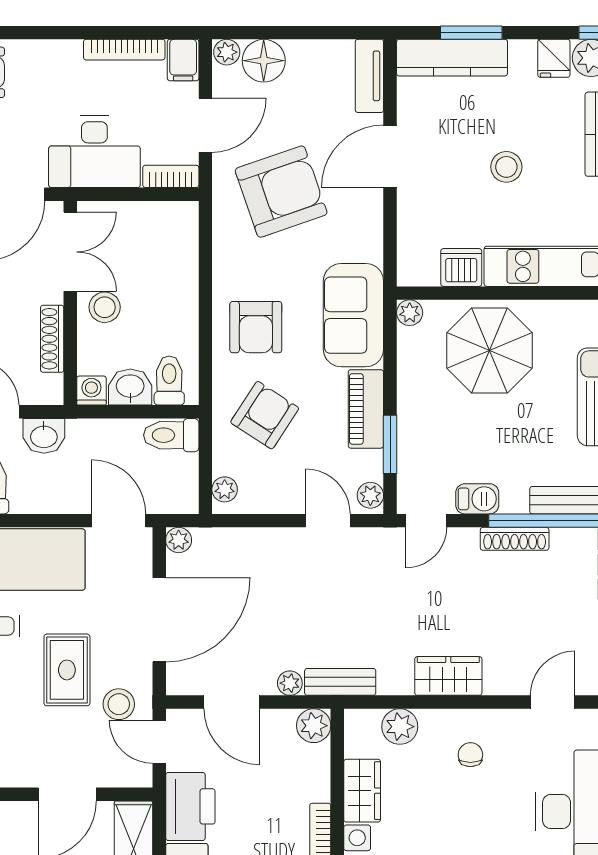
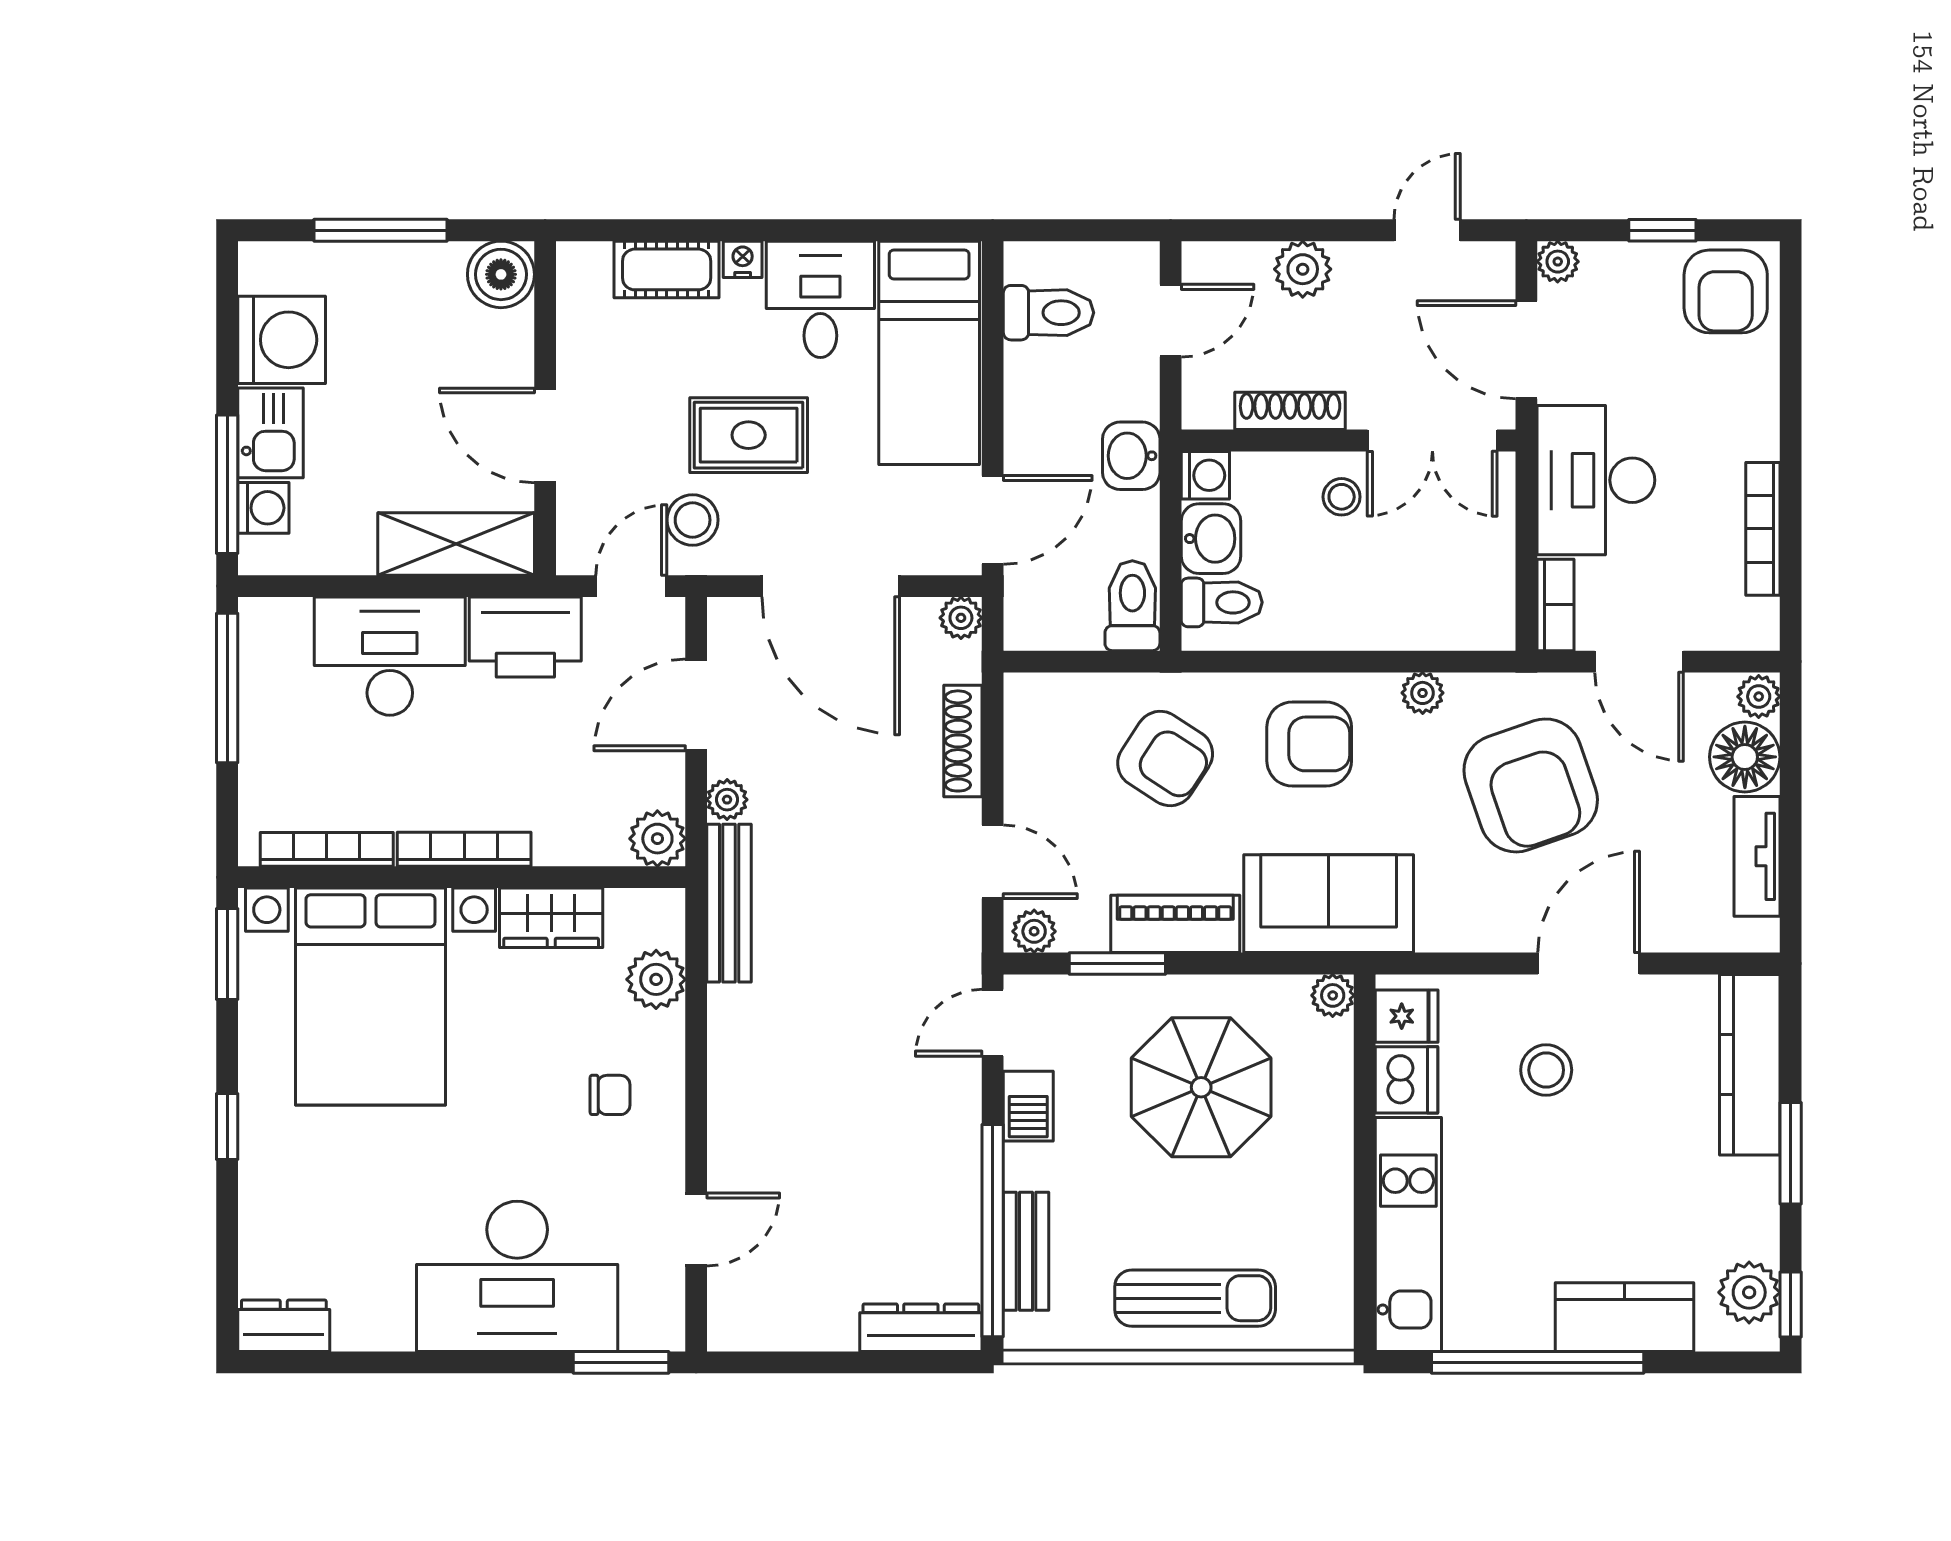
window: (471, 33) -> (1791, 1153), moved
fridge: (554, 58) -> (1407, 1016), moved, turned 180
filing cabinet: (183, 60) -> (1746, 625), removed
tv unit: (369, 76) -> (1757, 856), moved, turned -90
door: (390, 156) -> (1589, 963), hinge flipped
stool: (506, 167) -> (1546, 1070), moved
stool: (105, 307) -> (1342, 497), width x0.73, depth x0.73
armchair: (256, 327) -> (1309, 744), turned 180
parasol: (490, 351) -> (1201, 1087), moved
washbasin: (44, 436) -> (1131, 456), moved
plant: (225, 489) -> (1423, 693), moved
door: (328, 521) -> (993, 862), hinge flipped
door: (426, 521) -> (993, 1023), hinge flipped
shoe rack: (515, 539) -> (963, 741), moved
wardrobe: (448, 676) -> (739, 1059), removed
bench: (340, 682) -> (729, 903), width x1.36
door: (553, 702) -> (696, 1229), hinge flipped

